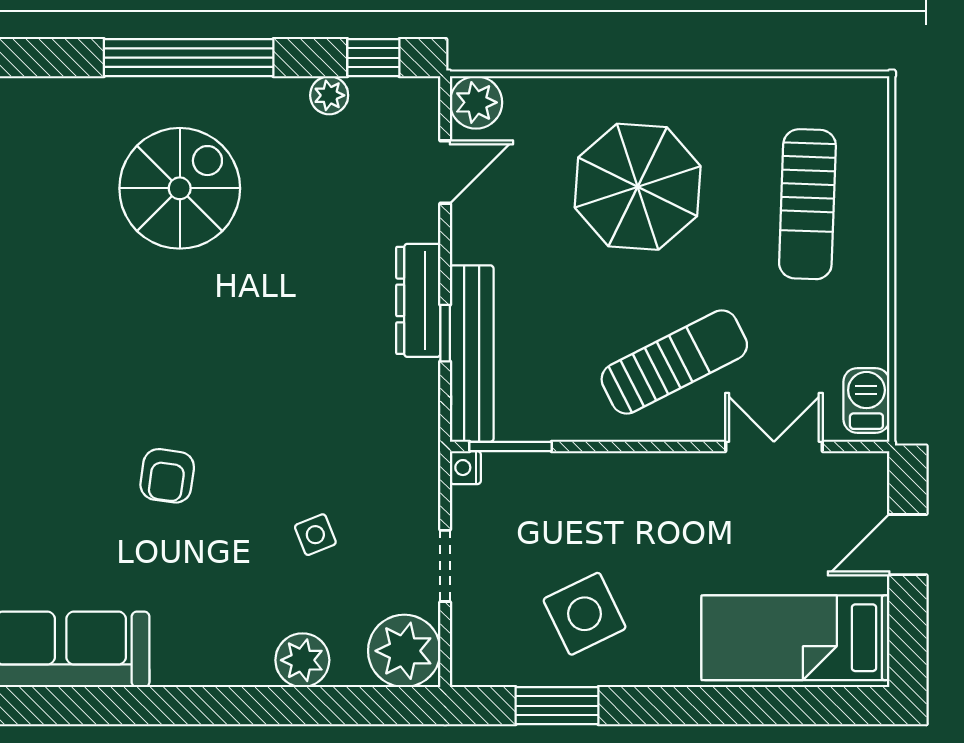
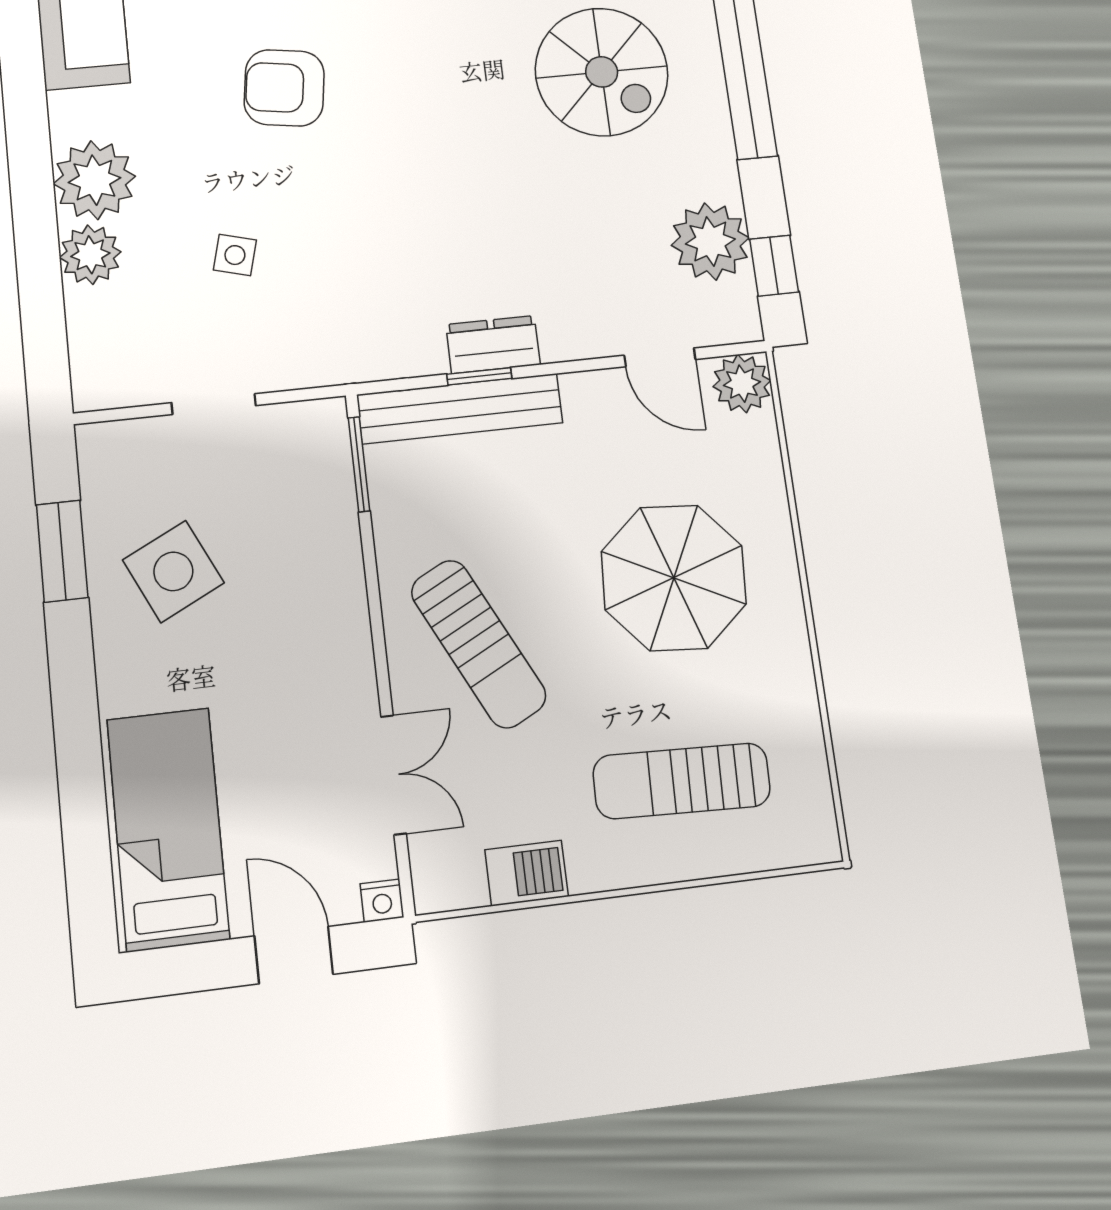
plant: (329, 95) -> (710, 241), width x1.88, depth x1.88
dresser: (418, 300) -> (493, 345), width x0.70
barbecue: (866, 400) -> (527, 873), moved
nightstand: (465, 468) -> (382, 901), moved, turned 180
armchair: (167, 476) -> (284, 88), width x1.38, depth x1.38
side table: (315, 535) -> (235, 255), turned 37
plant: (404, 651) -> (94, 180), moved

